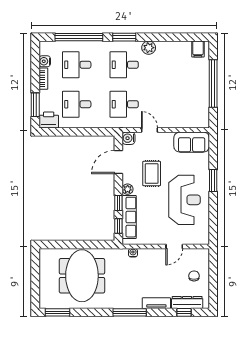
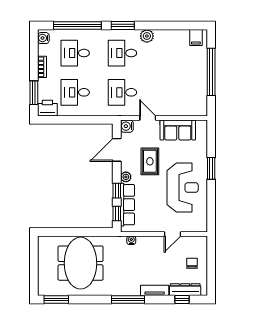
water cooler: (45, 61) -> (43, 38), moved
sofa: (192, 142) -> (178, 130), moved

